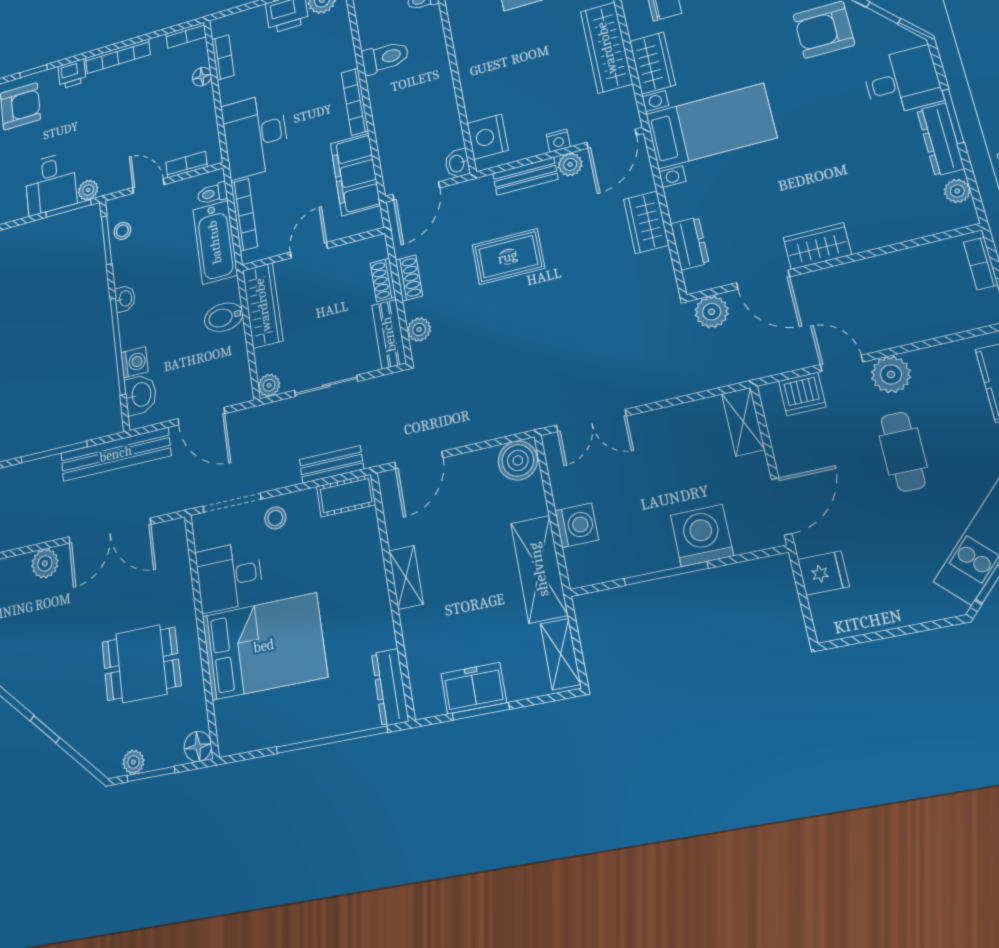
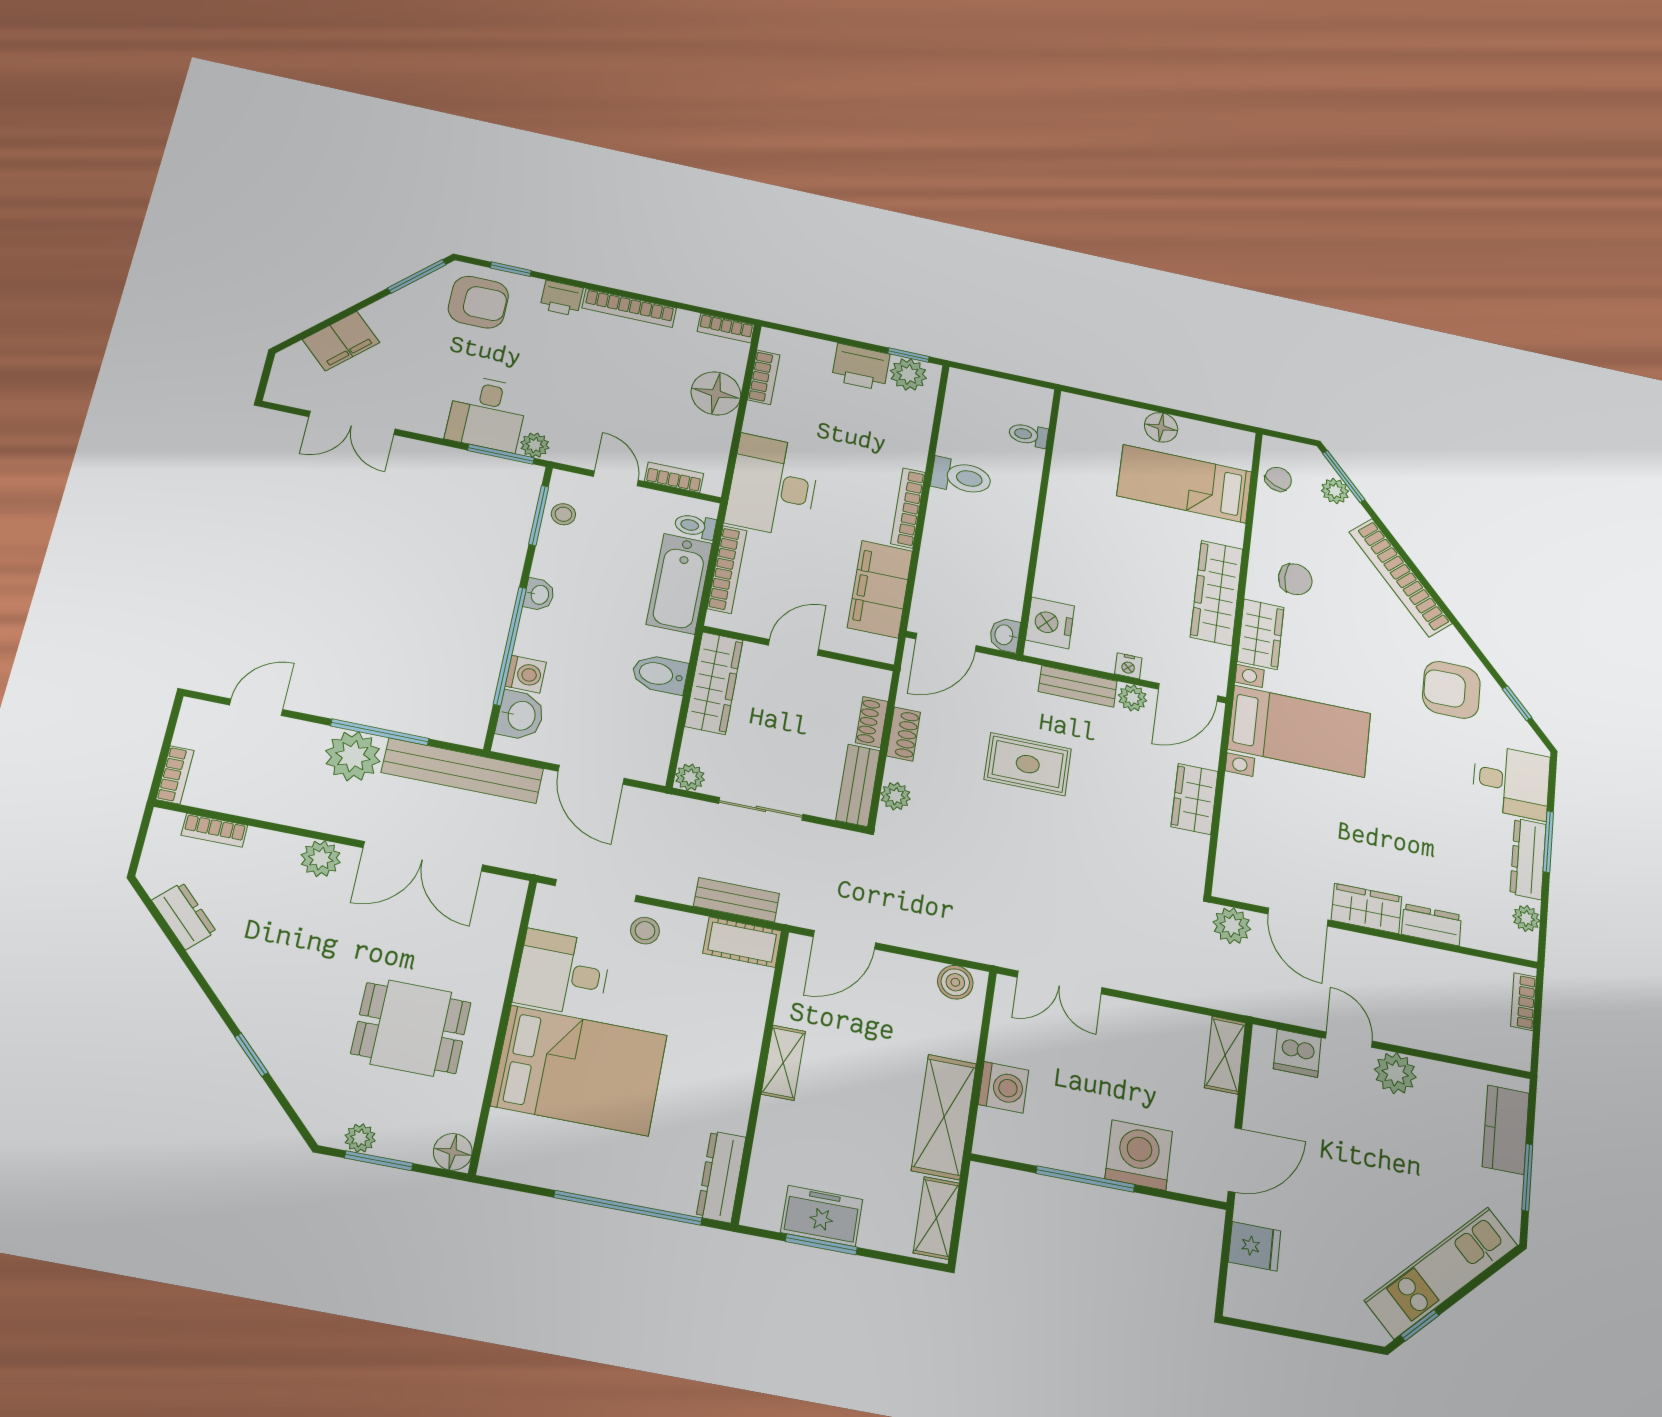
floor lamp: (202, 77) -> (716, 393), width x1.89, depth x1.89
dresser: (690, 243) -> (1431, 925), moved, turned -90
cafe table: (903, 452) -> (1380, 1156), removed
boiler: (518, 460) -> (955, 982), width x0.73, depth x0.73
plant: (42, 478) -> (353, 756), added

